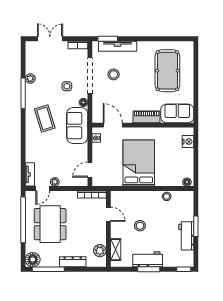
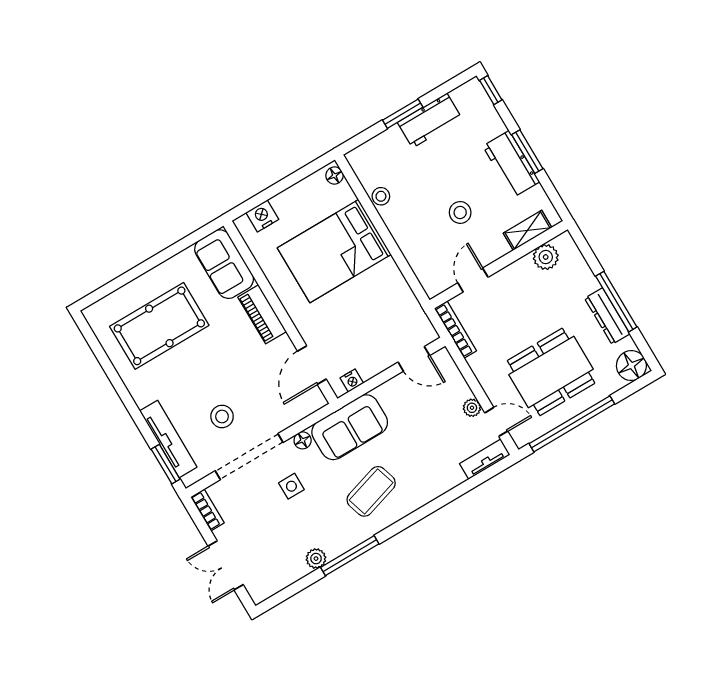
bed: (139, 163) -> (334, 251), moved
dresser: (73, 262) -> (607, 316), moved
window: (48, 269) -> (616, 302), moved

